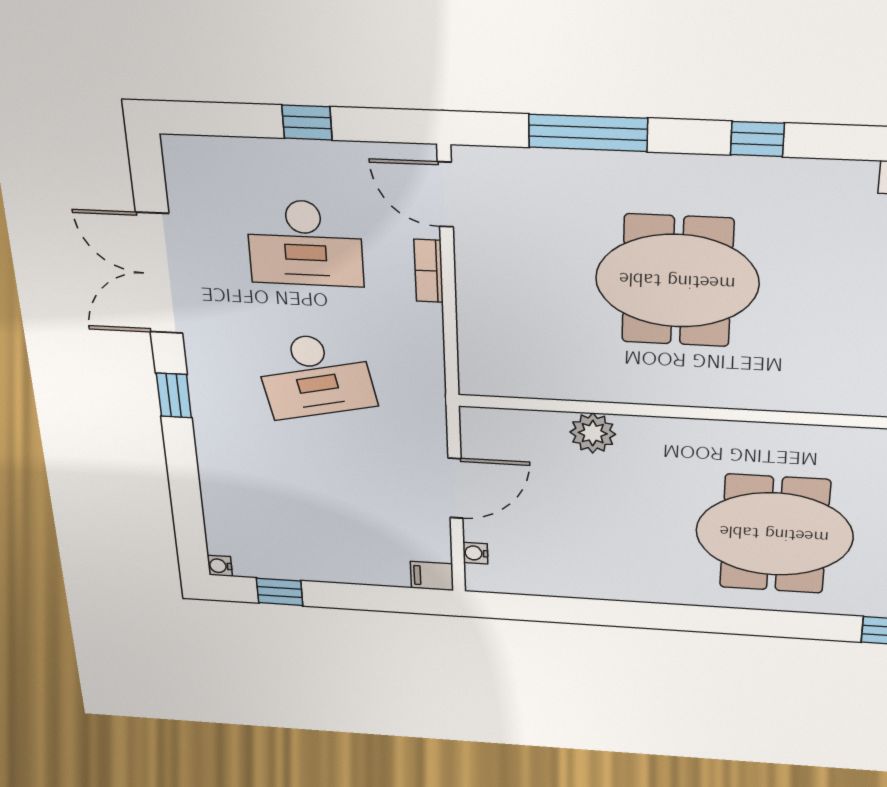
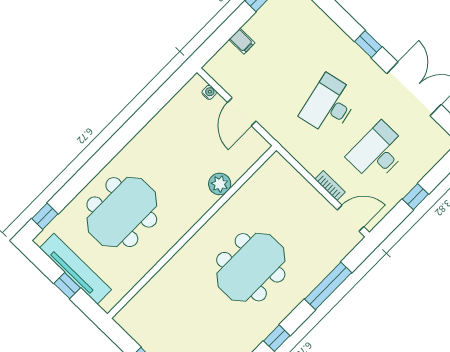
filing cabinet: (432, 576) -> (242, 41), moved, turned 90

